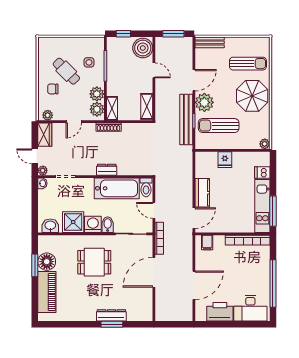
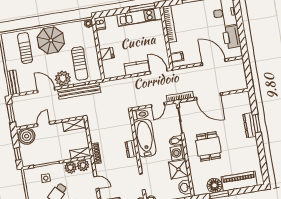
dishwasher: (262, 173) -> (100, 24), moved

